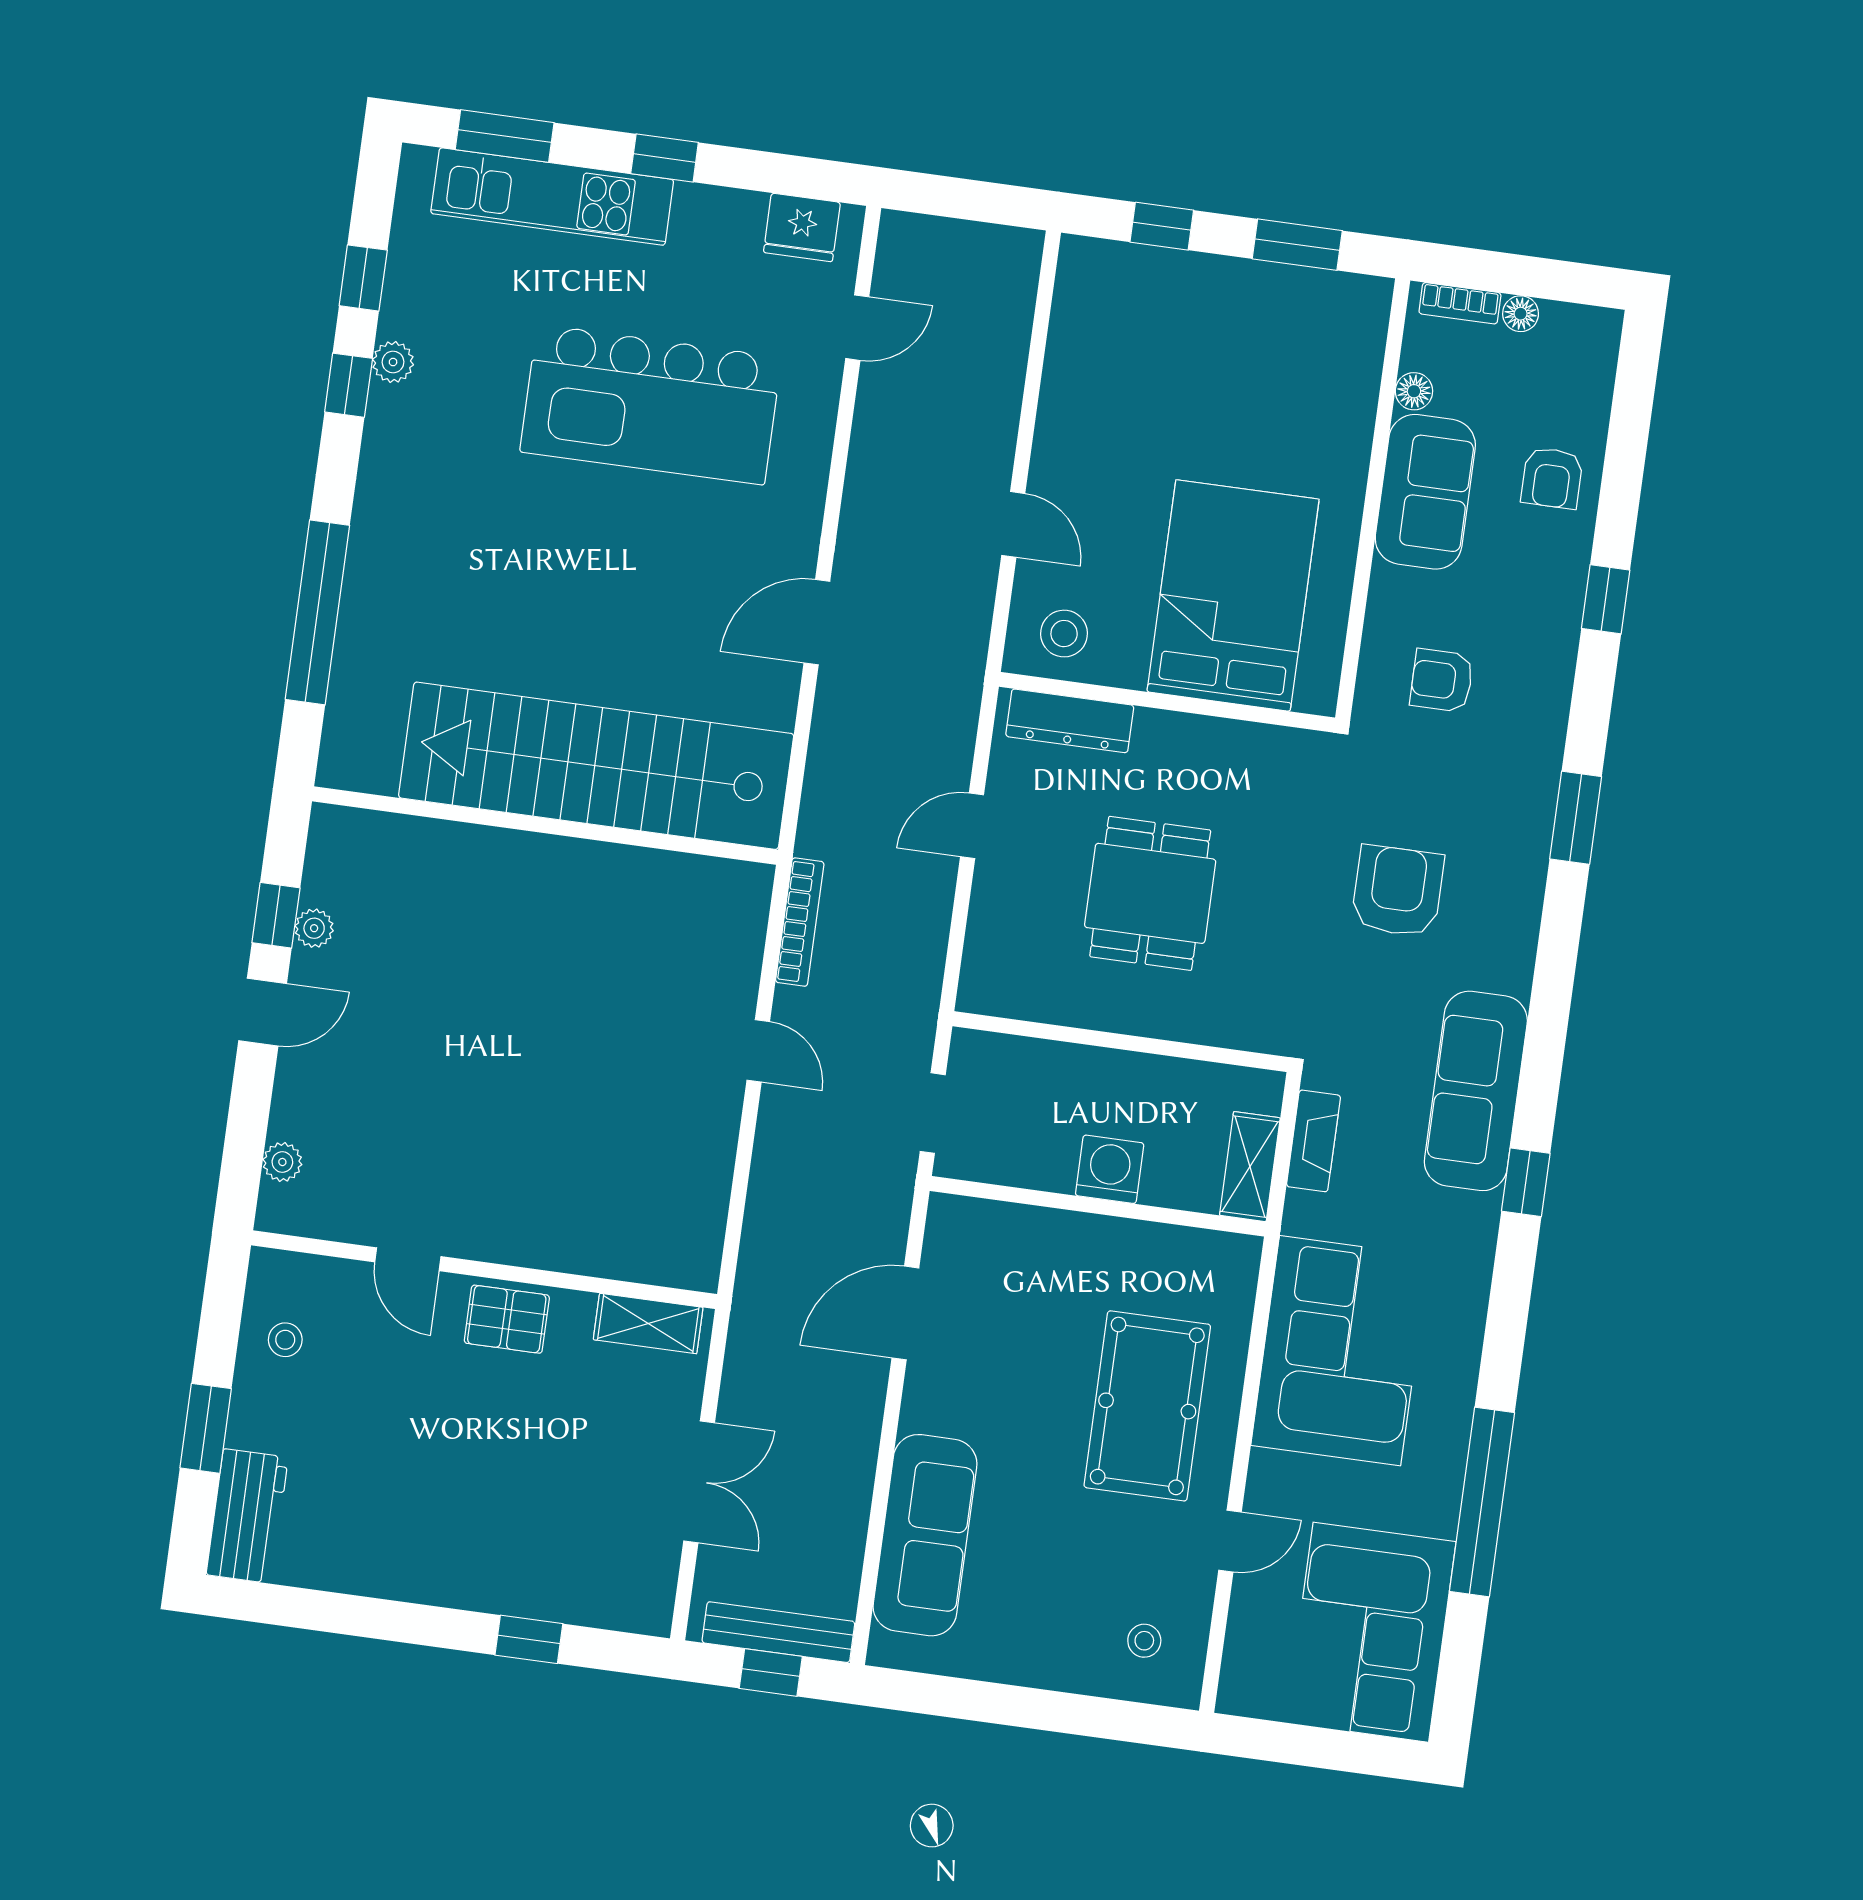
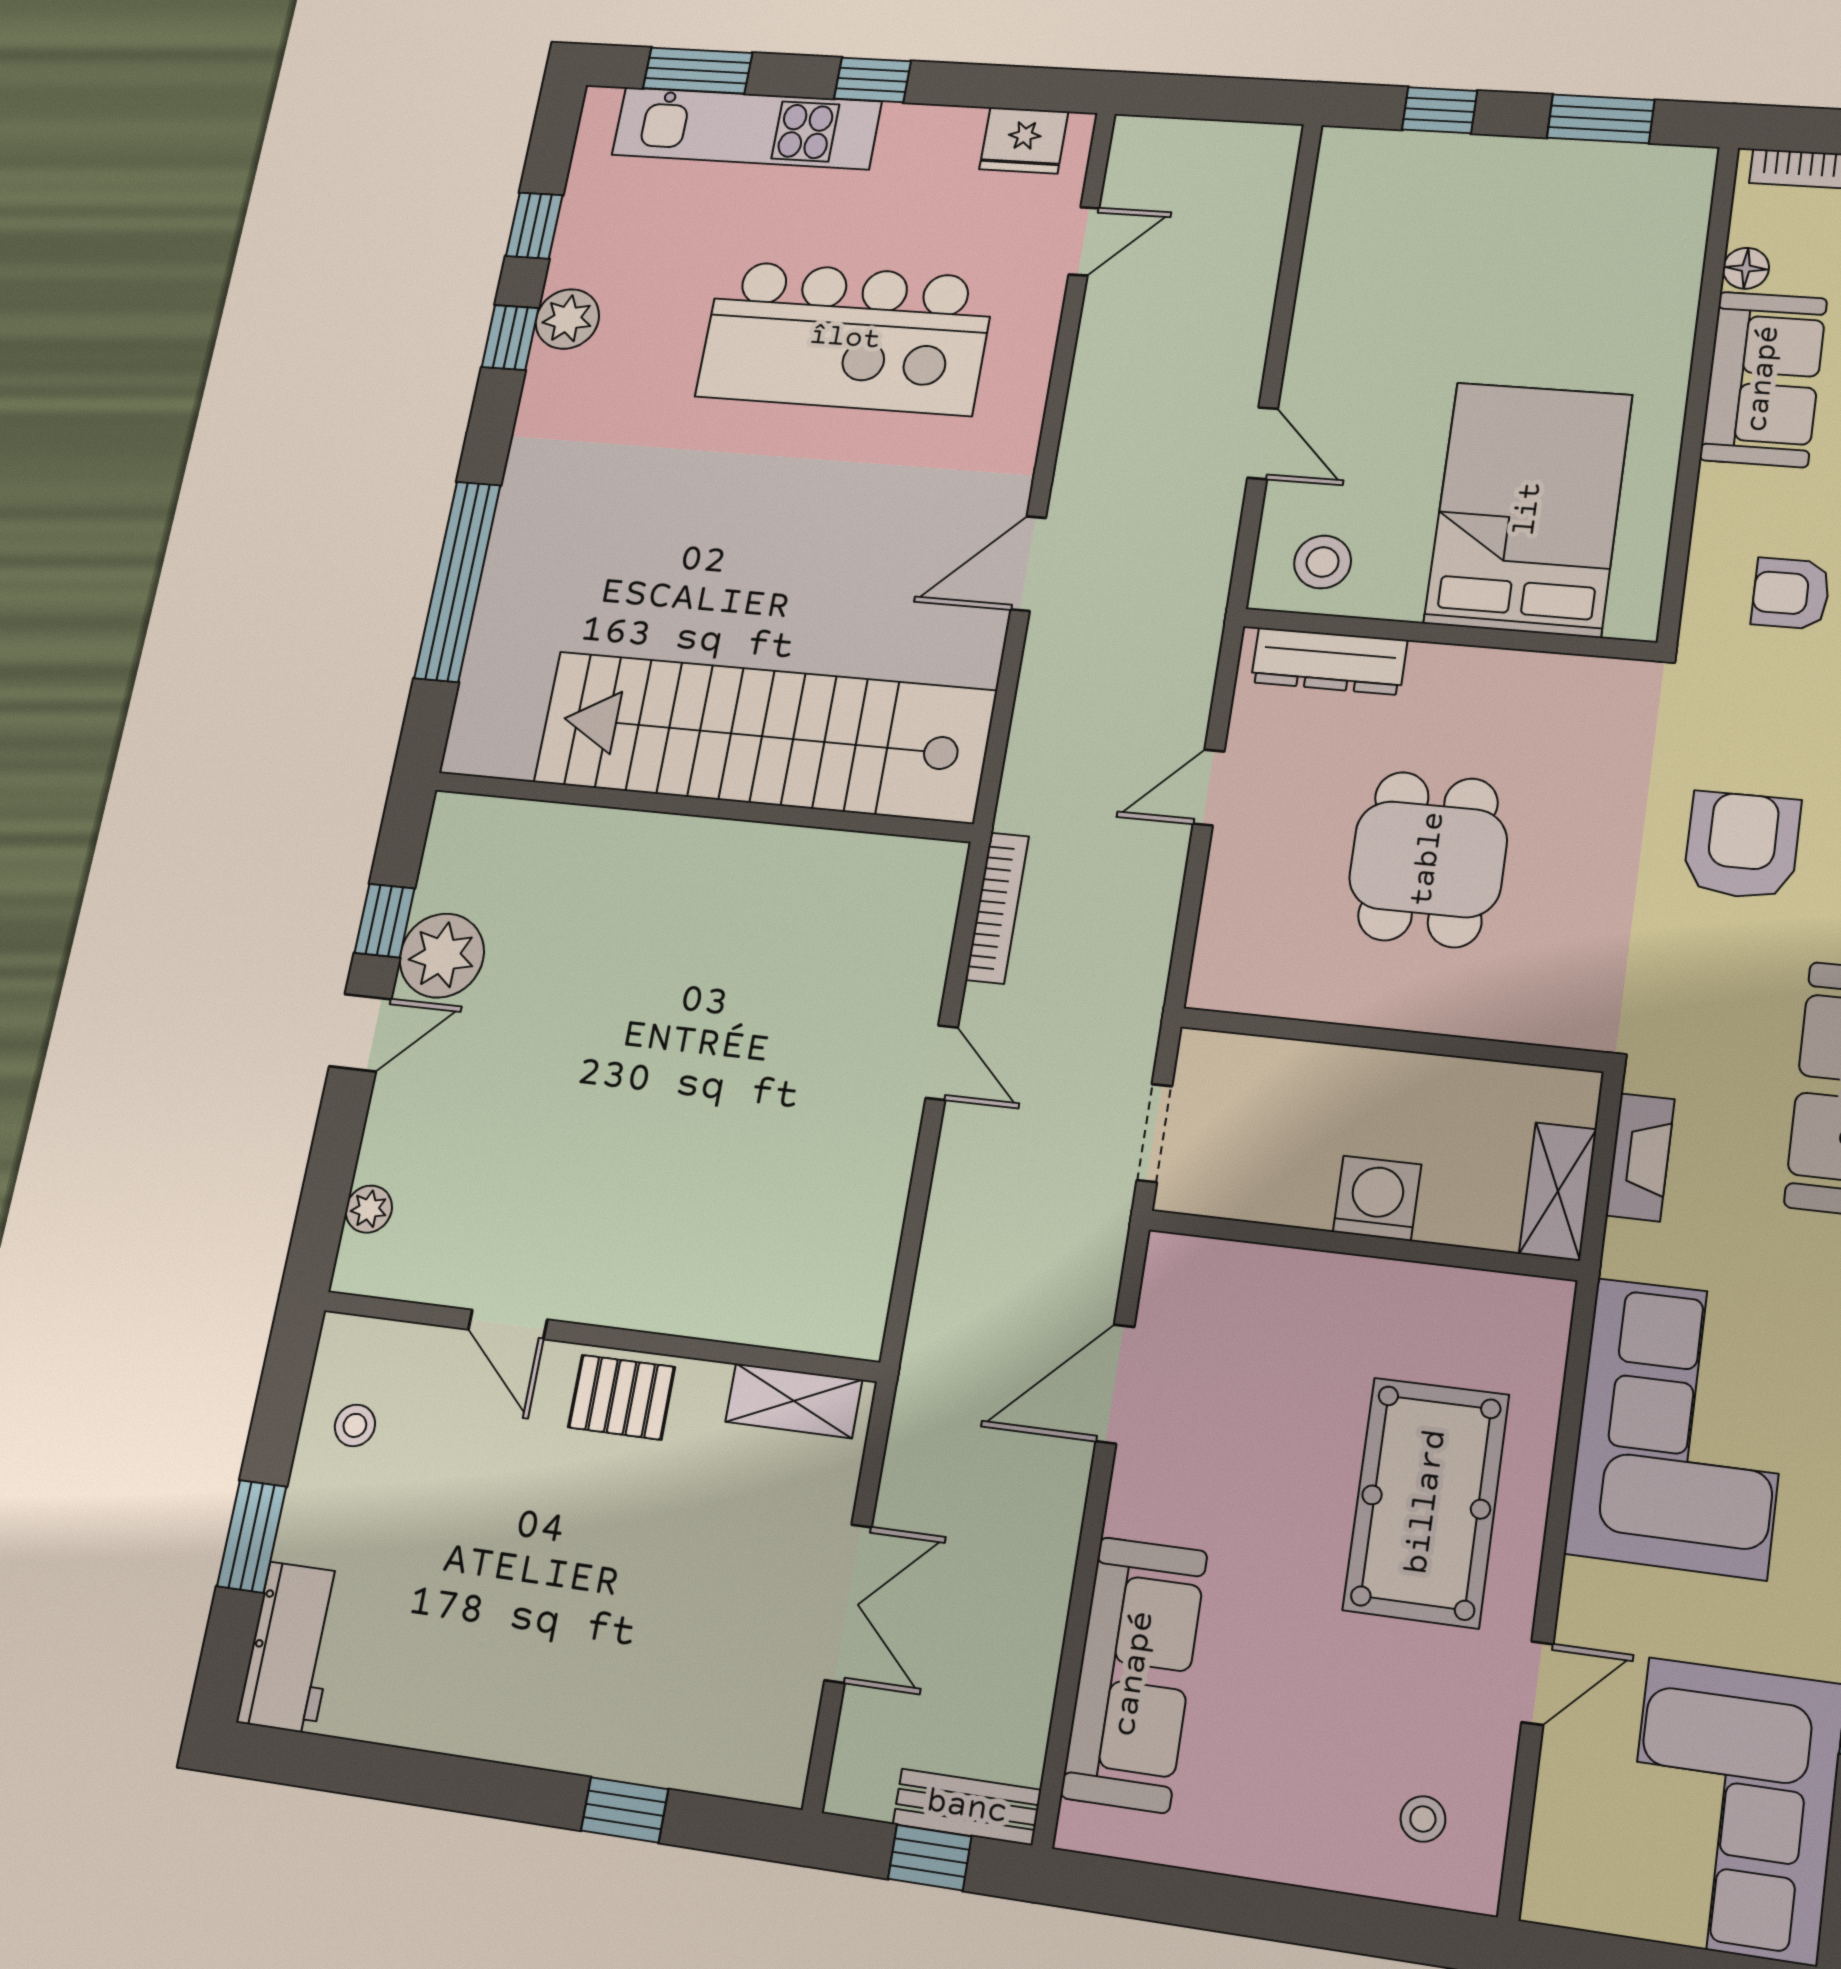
plant: (393, 362) -> (567, 319), width x1.38, depth x1.38
plant: (314, 928) -> (442, 956), width x1.88, depth x1.88
bench: (778, 1632) -> (967, 1807), width x0.73

